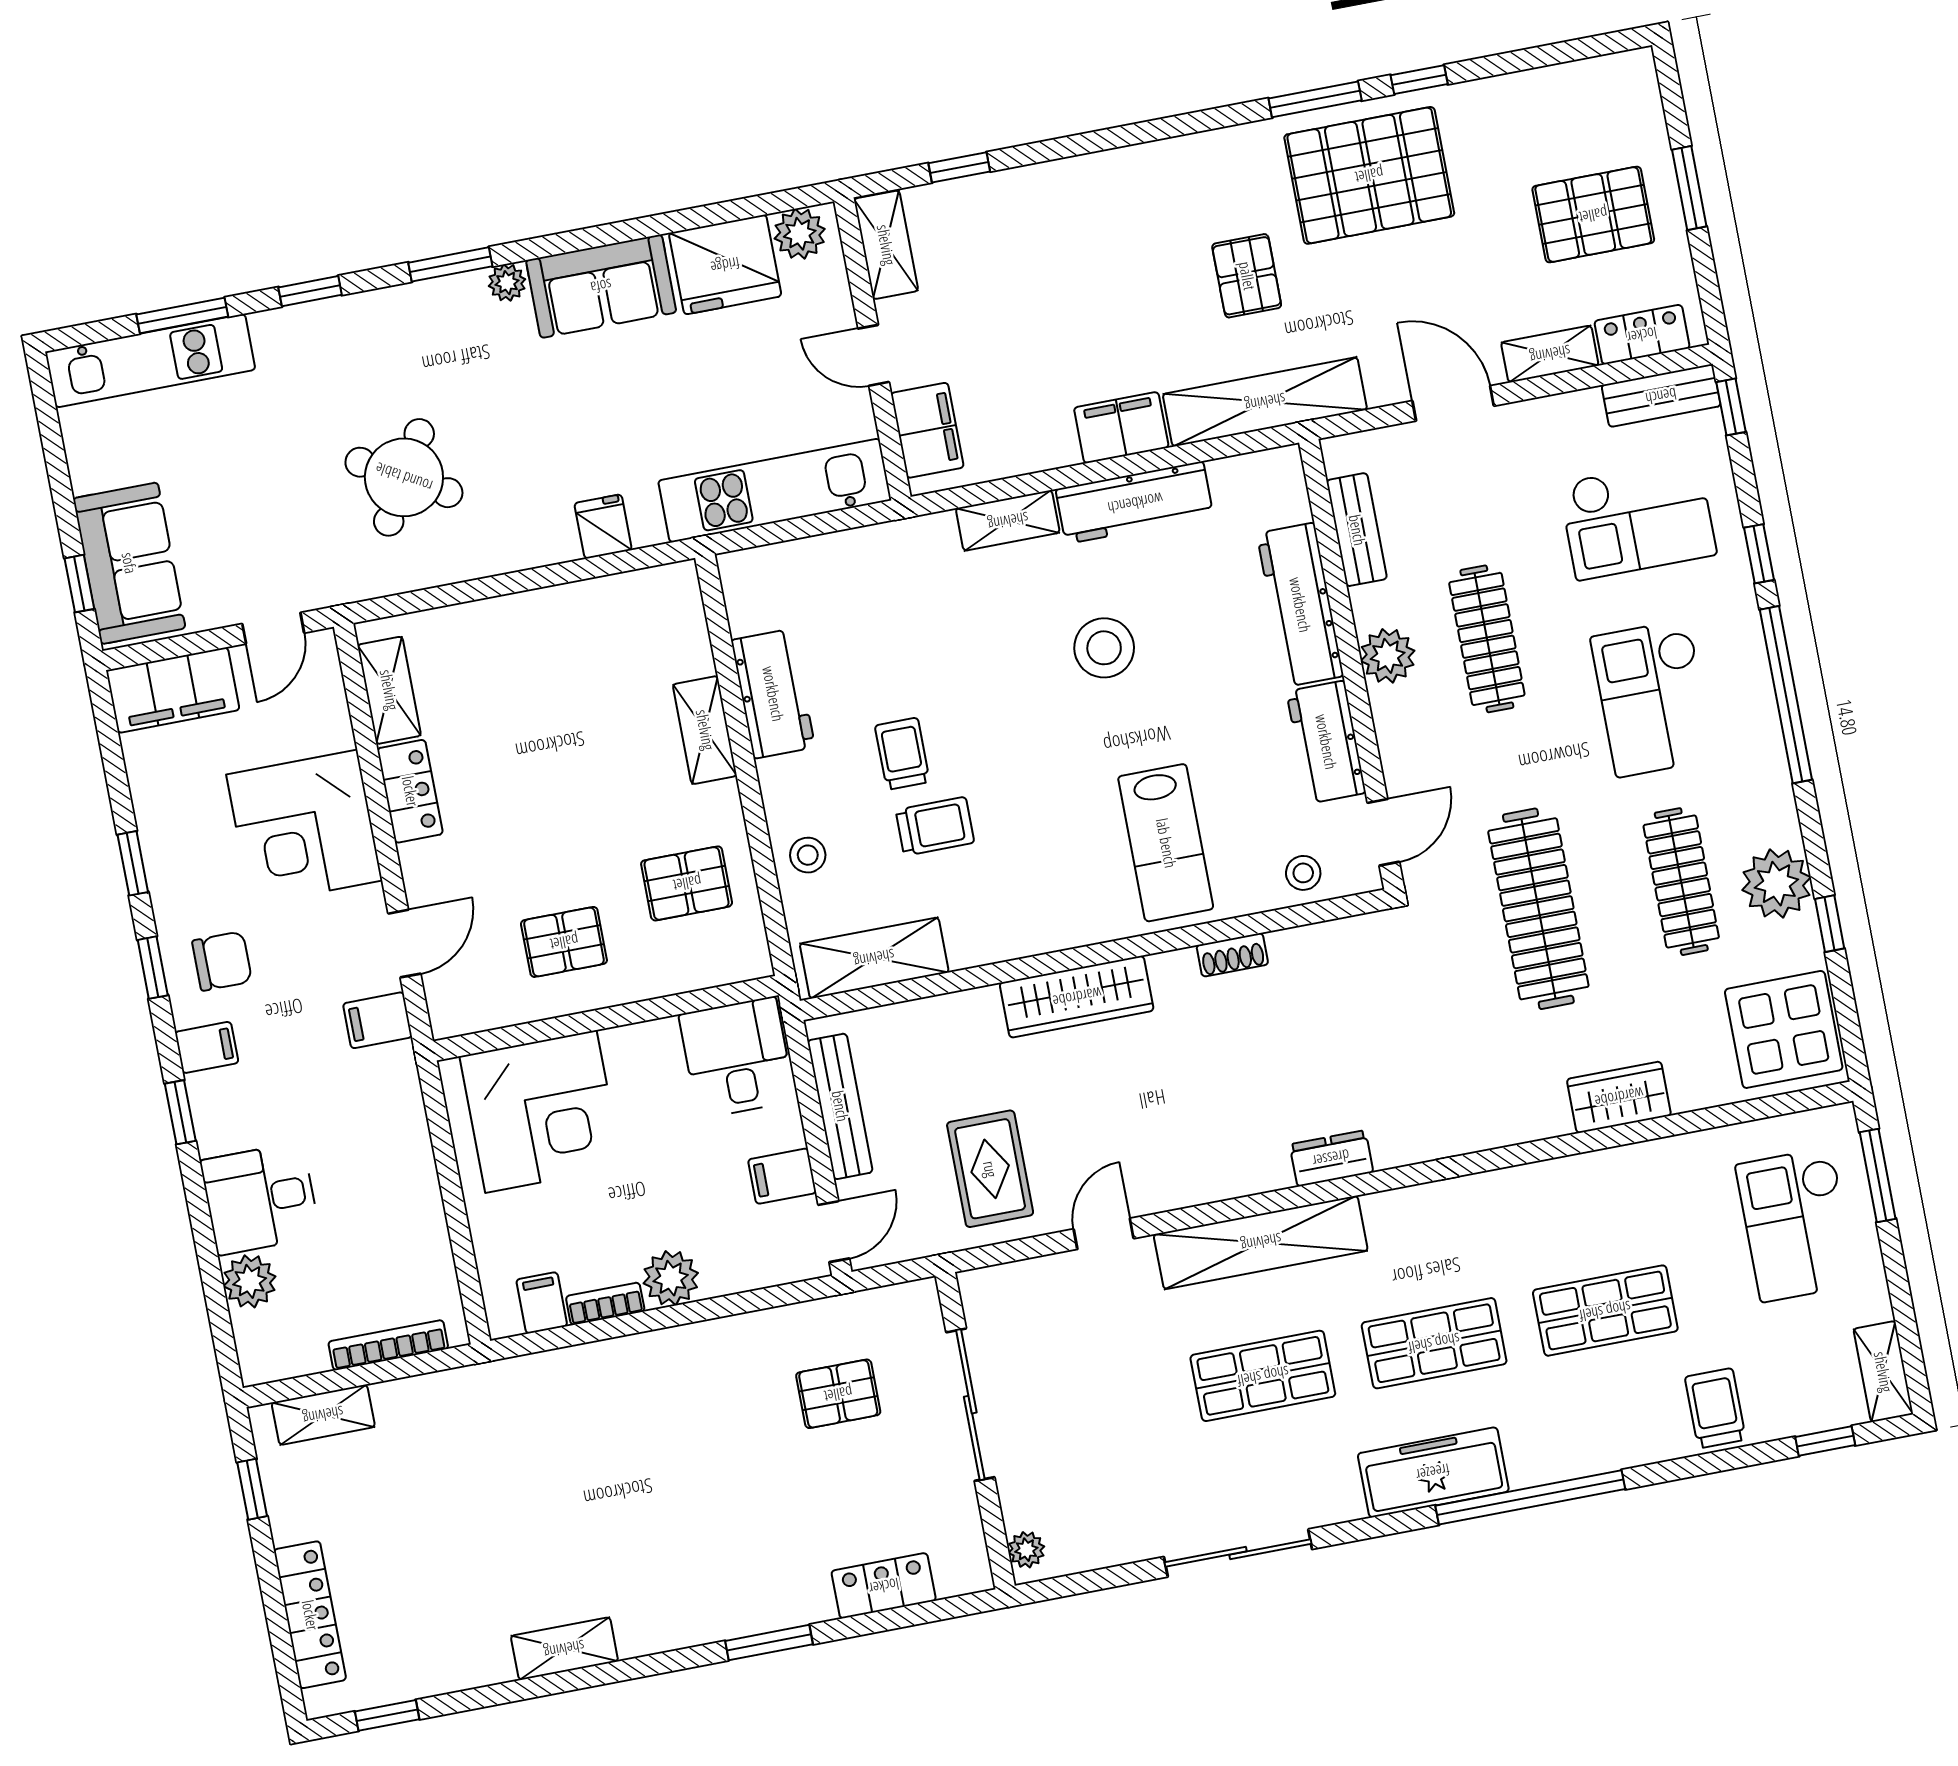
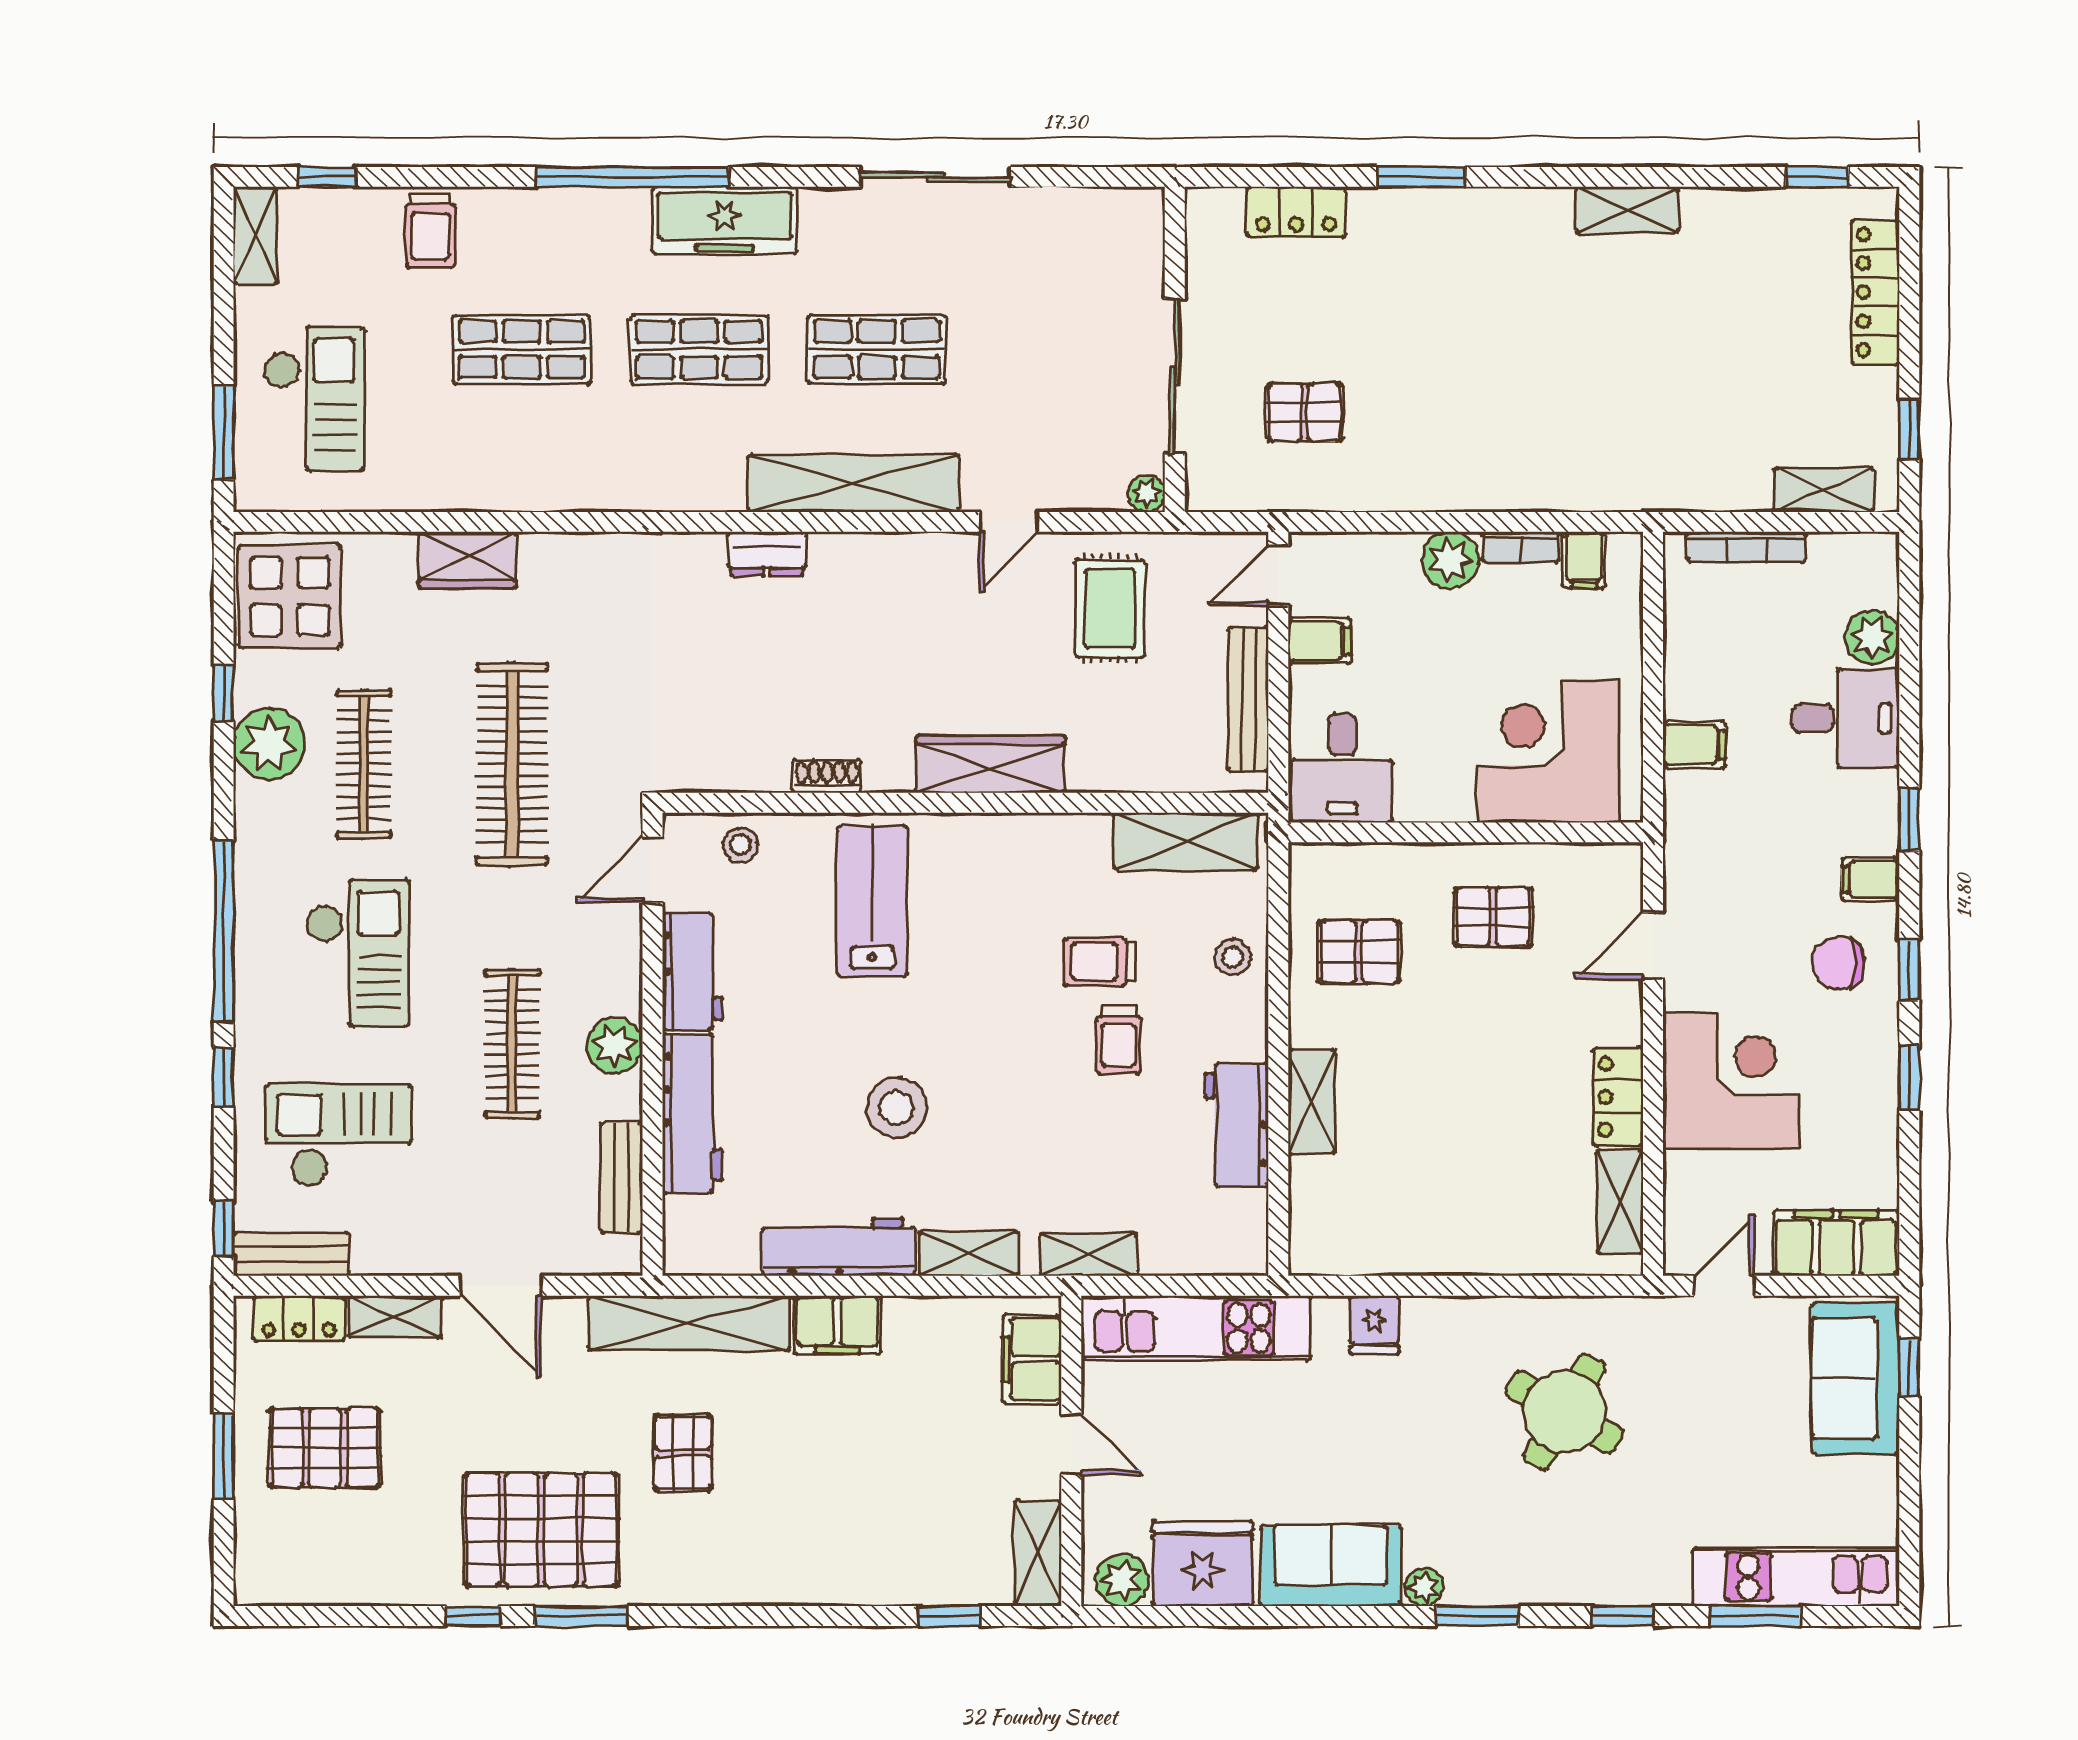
shelving: (892, 542) -> (1088, 1254), added
filing cabinet: (378, 1020) -> (1694, 745), moved
plant: (1026, 1550) -> (1146, 493), moved

